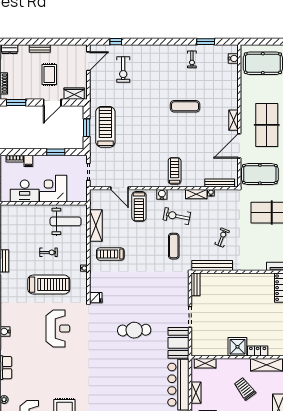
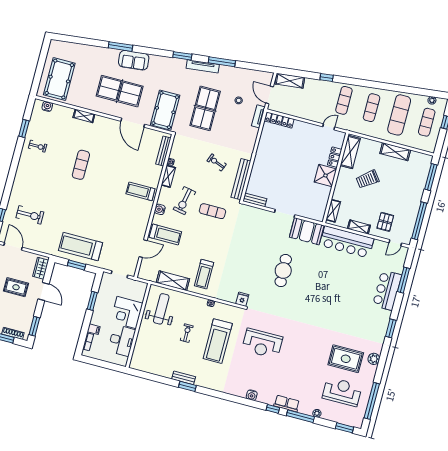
shelving: (233, 120) -> (84, 116), moved
treadmill: (49, 285) -> (218, 341), turned 180
reception desk: (58, 329) -> (262, 343), turned 180

